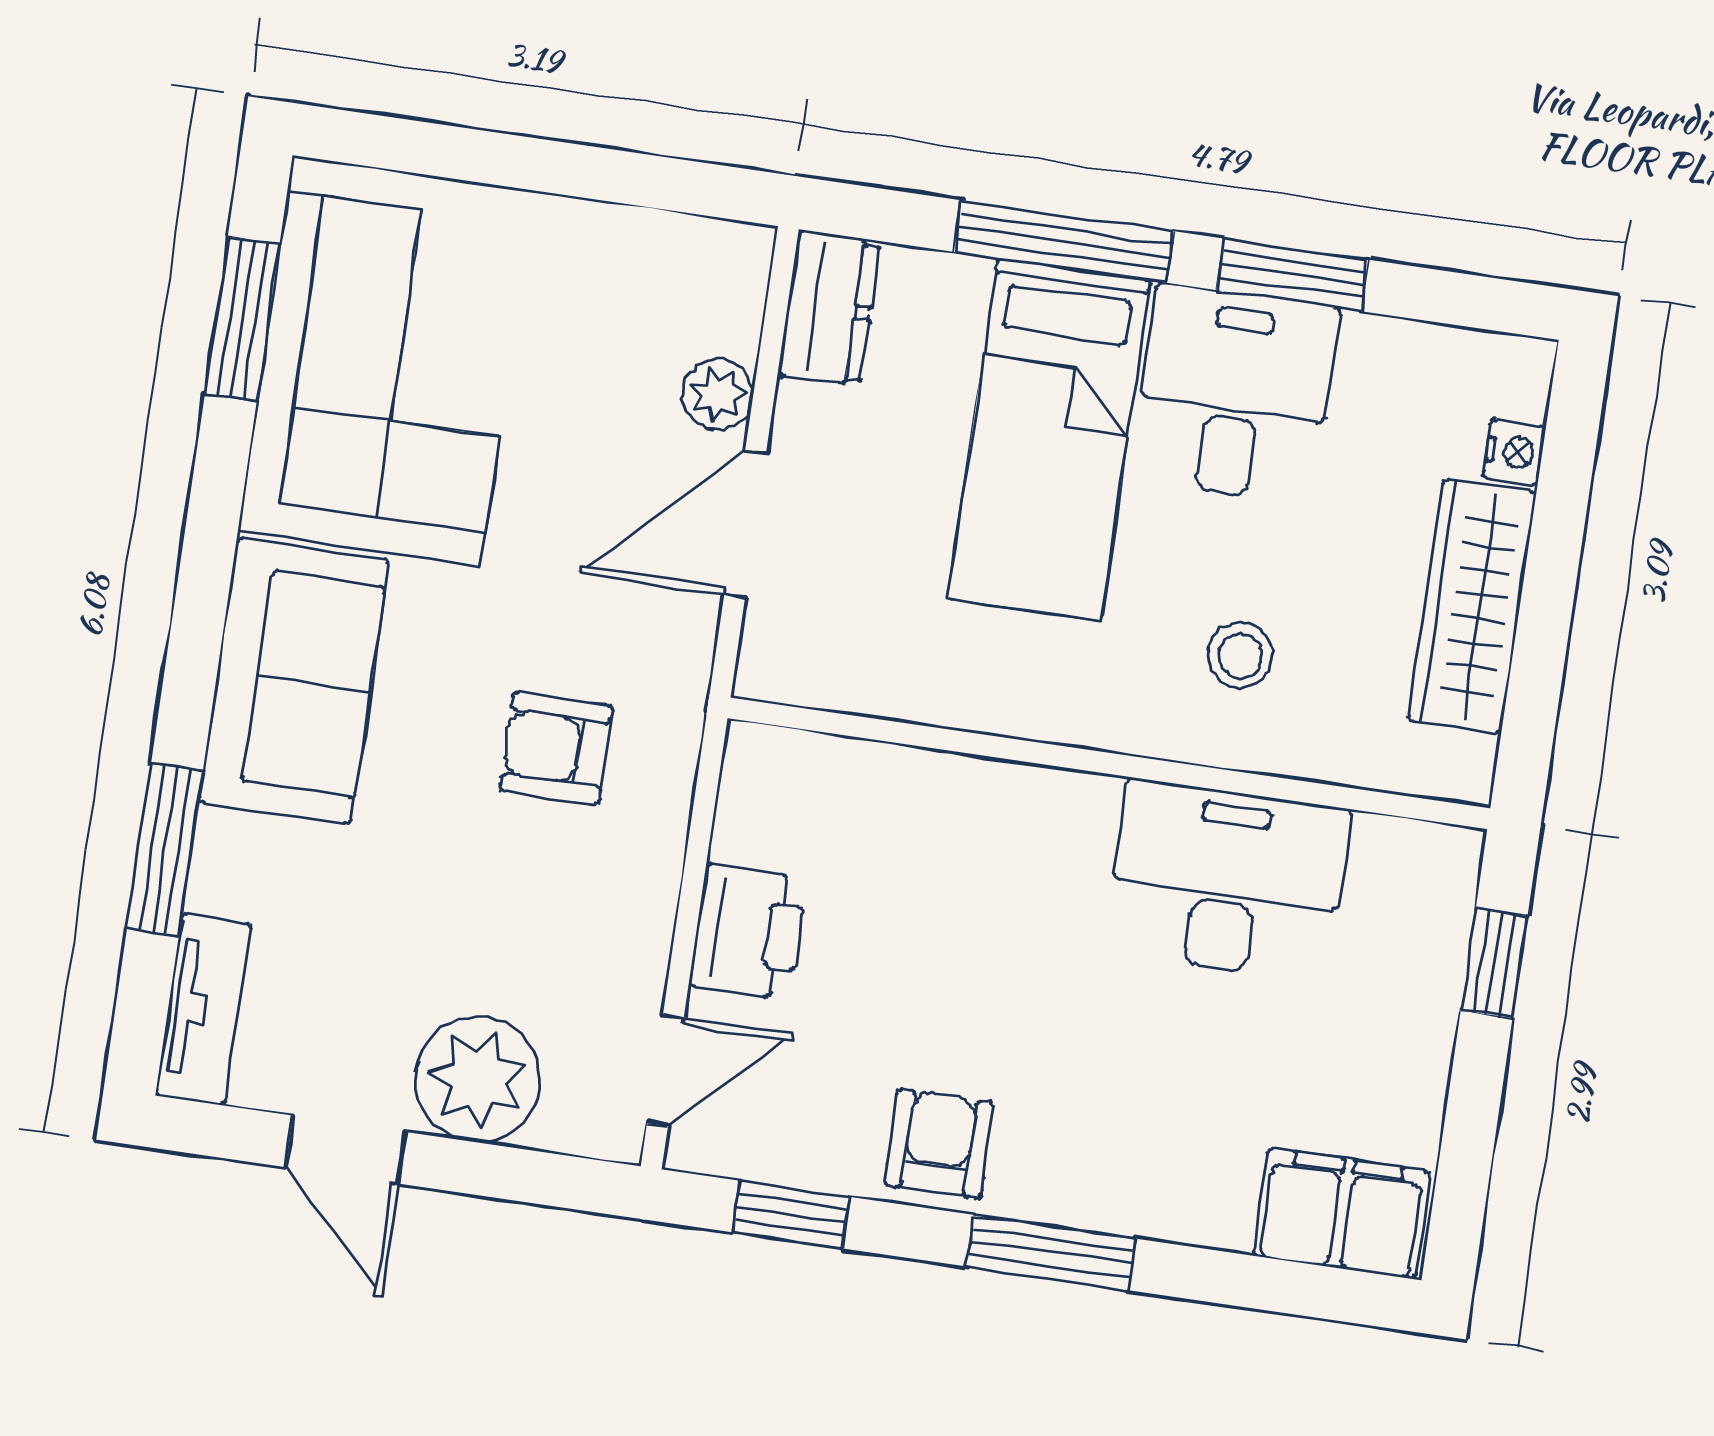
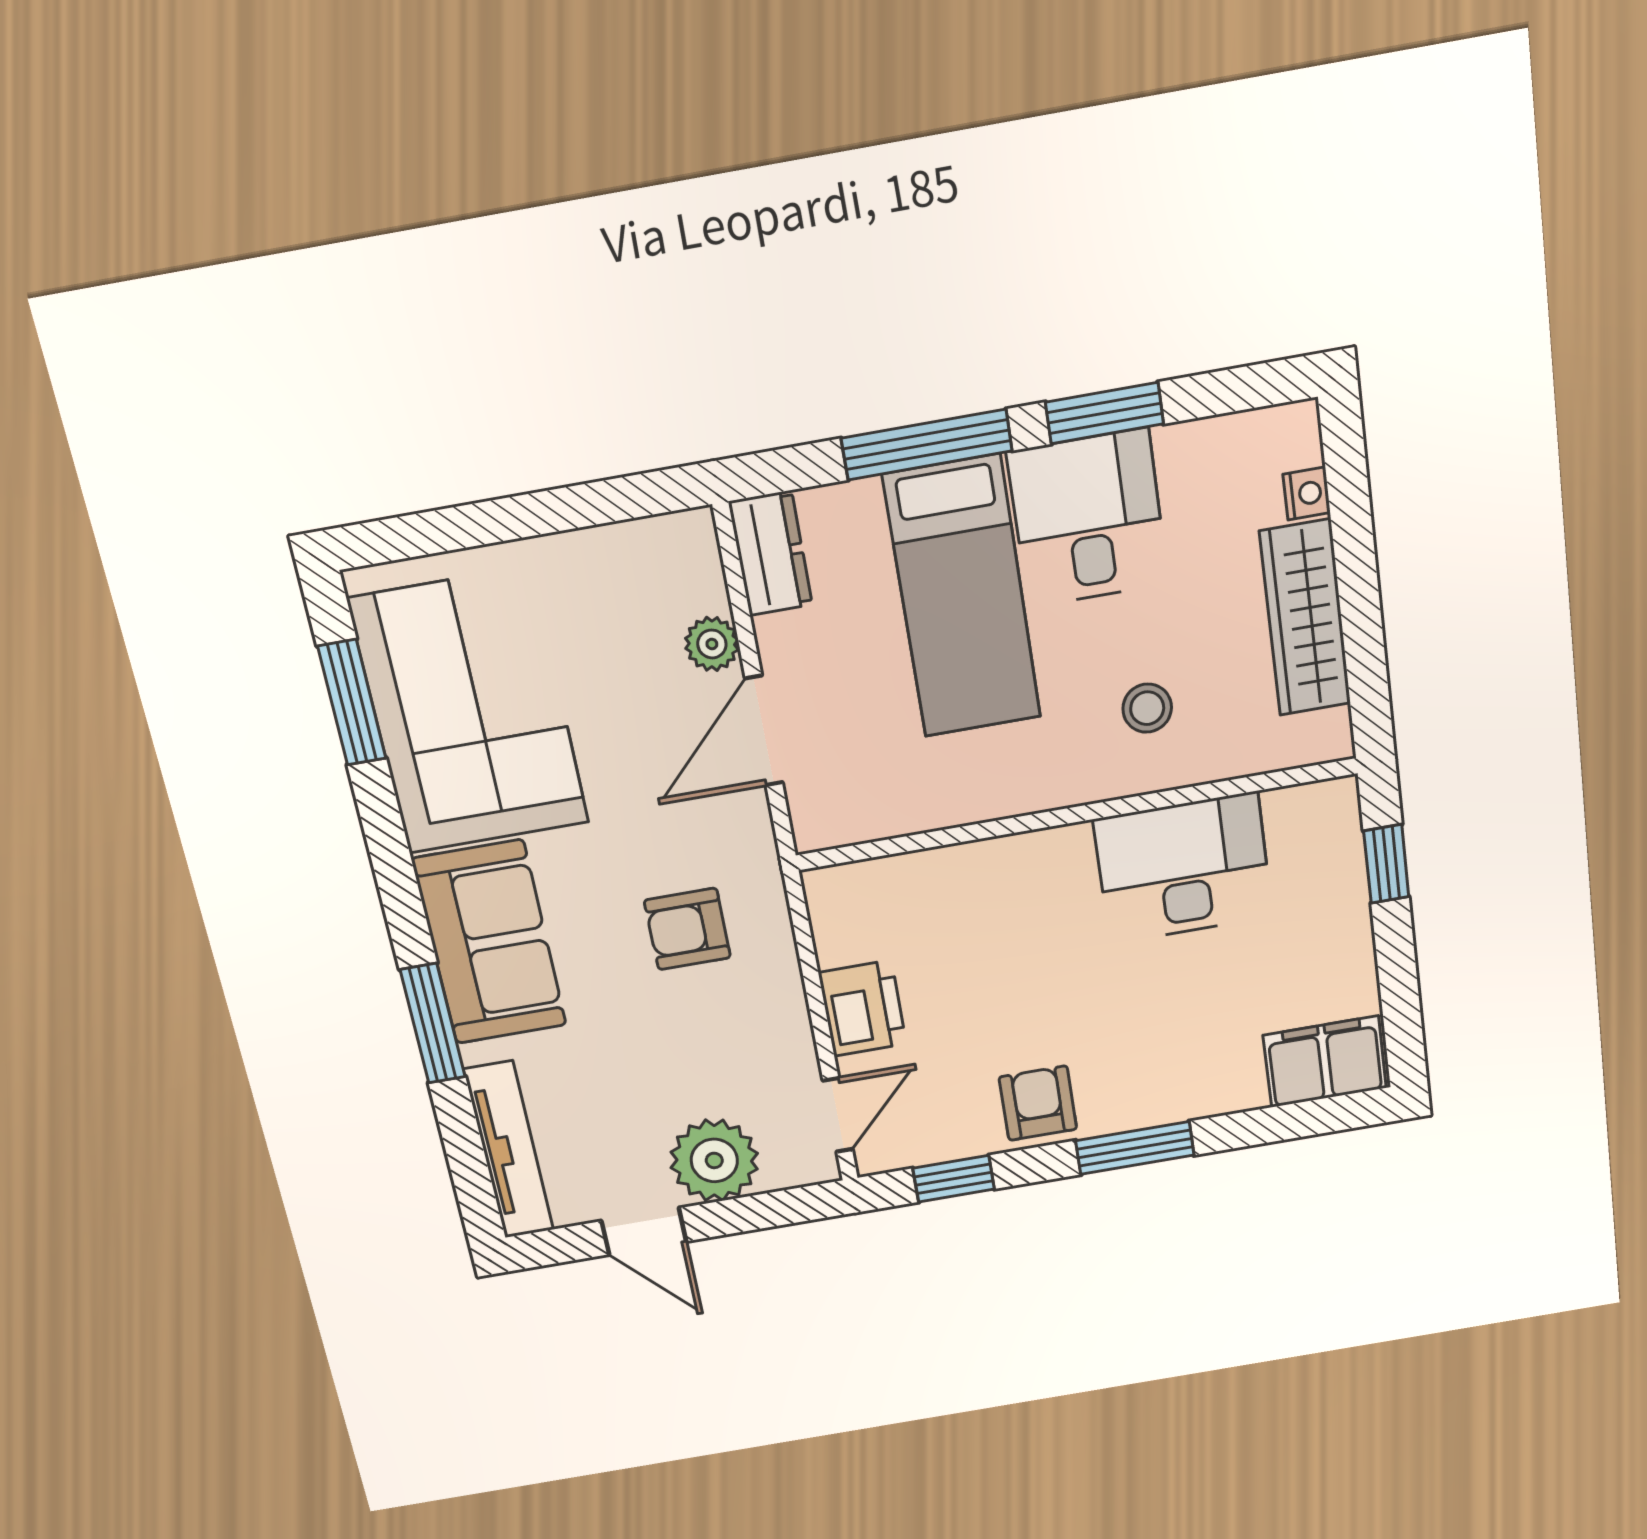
window: (165, 850) -> (433, 1023), moved
tv unit: (203, 1010) -> (509, 1150), width x1.41

